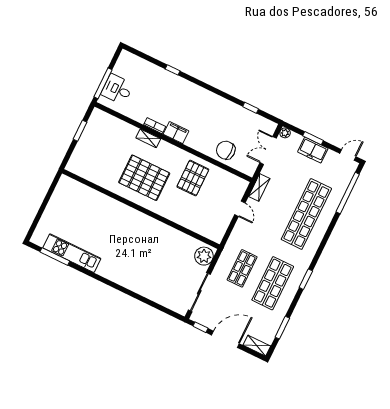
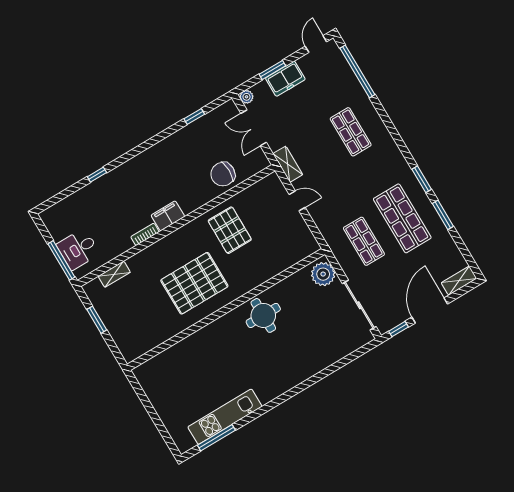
shelving: (148, 138) -> (114, 274), moved
shop shelf: (306, 214) -> (351, 132), width x0.50, depth x0.74
round table: (152, 235) -> (263, 315), added
window: (282, 328) -> (443, 215), moved

